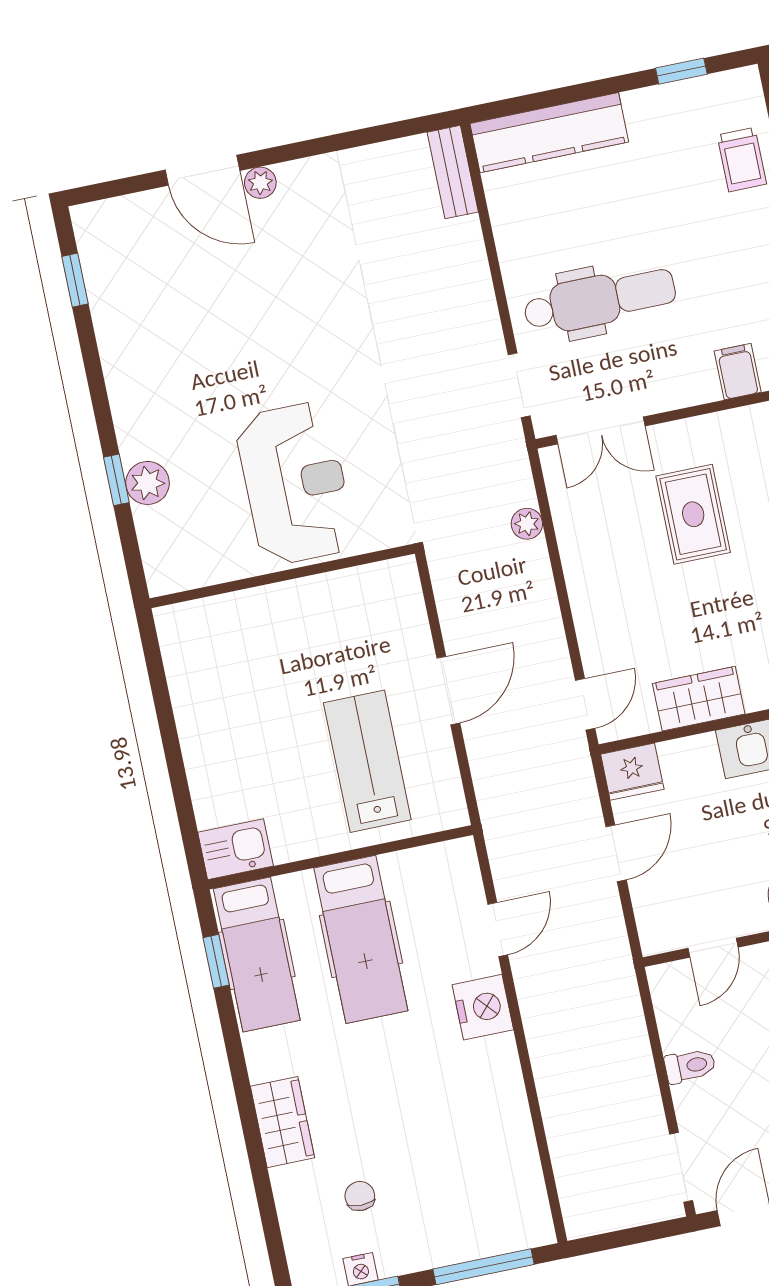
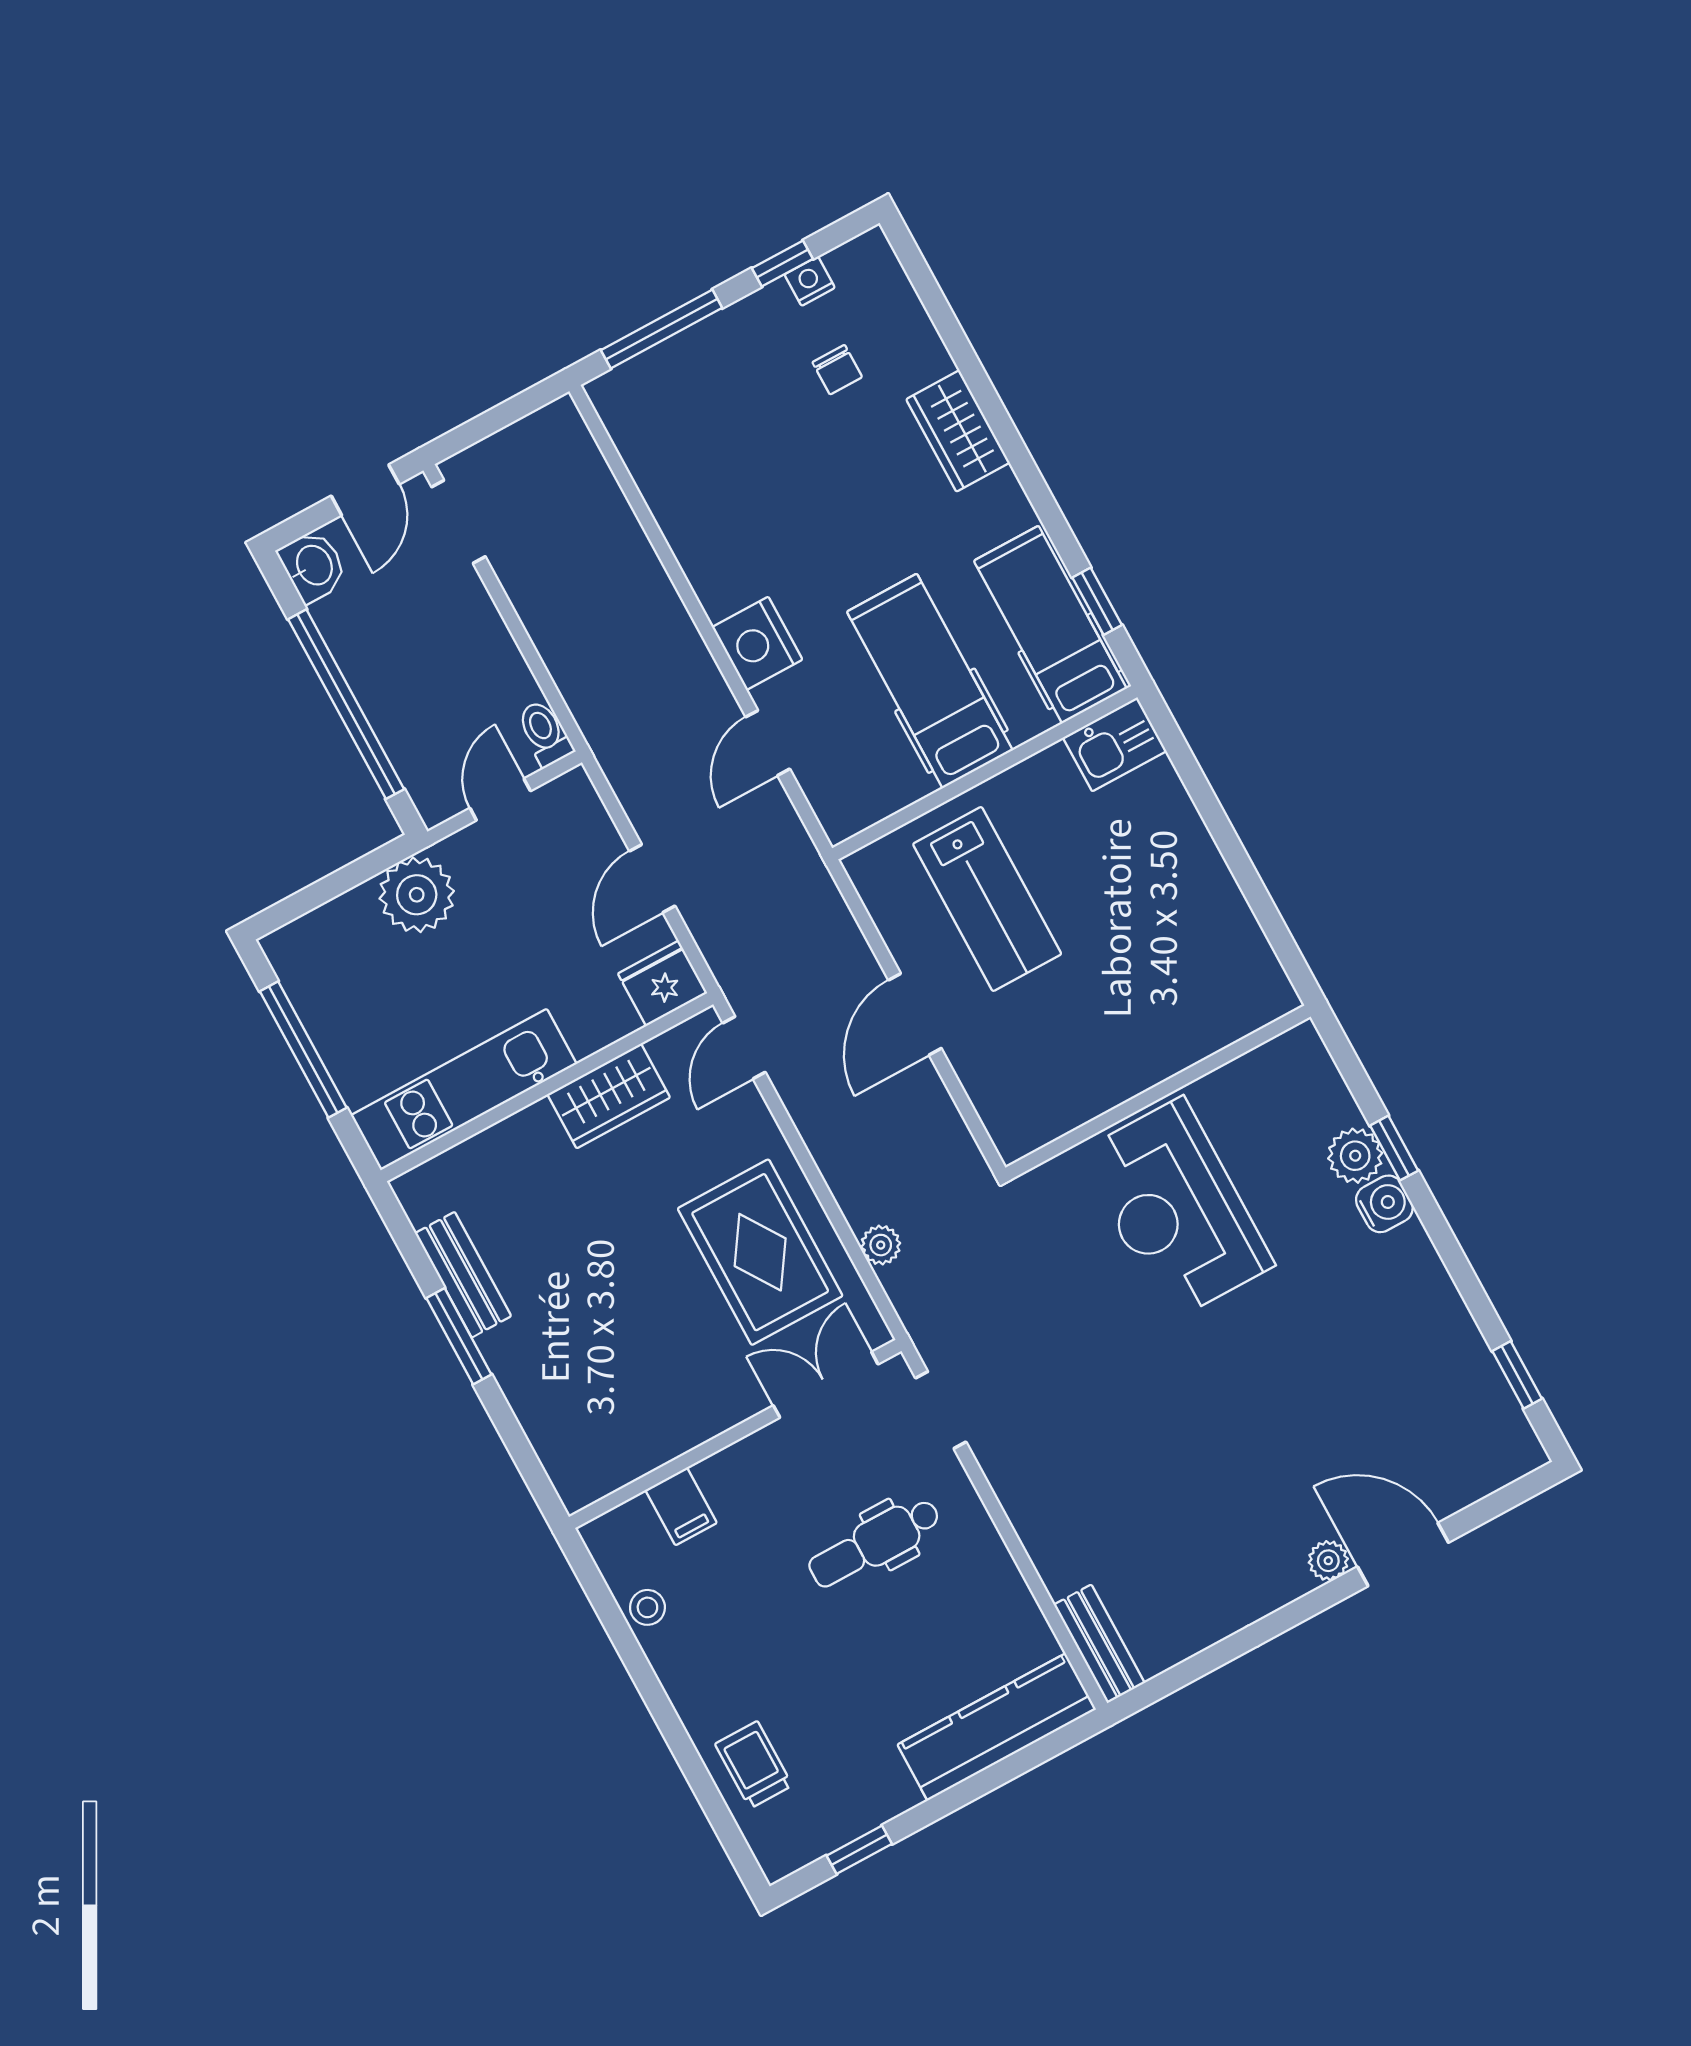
dental chair: (600, 300) -> (874, 1543), width x0.73, depth x0.72
water cooler: (136, 440) -> (1384, 1204), added
rug: (693, 514) -> (760, 1252), moved, width x1.36, depth x1.43
toilet: (690, 1066) -> (545, 733), moved, turned 90

